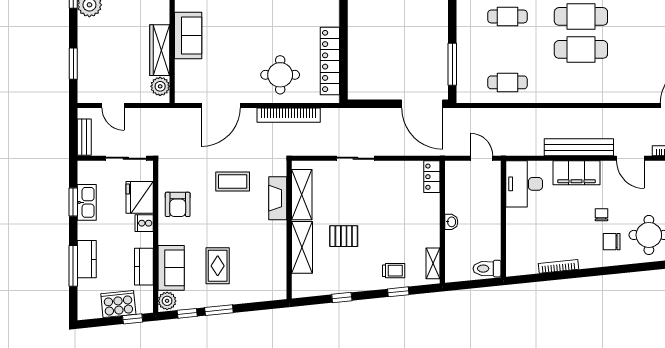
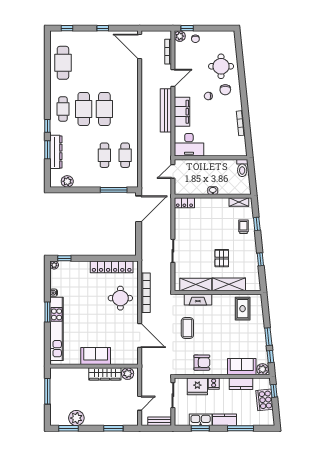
cafe table: (507, 16) -> (104, 155), moved
kitchen counter: (87, 259) -> (224, 420), moved
rug: (218, 266) -> (243, 309), moved, turned 90

